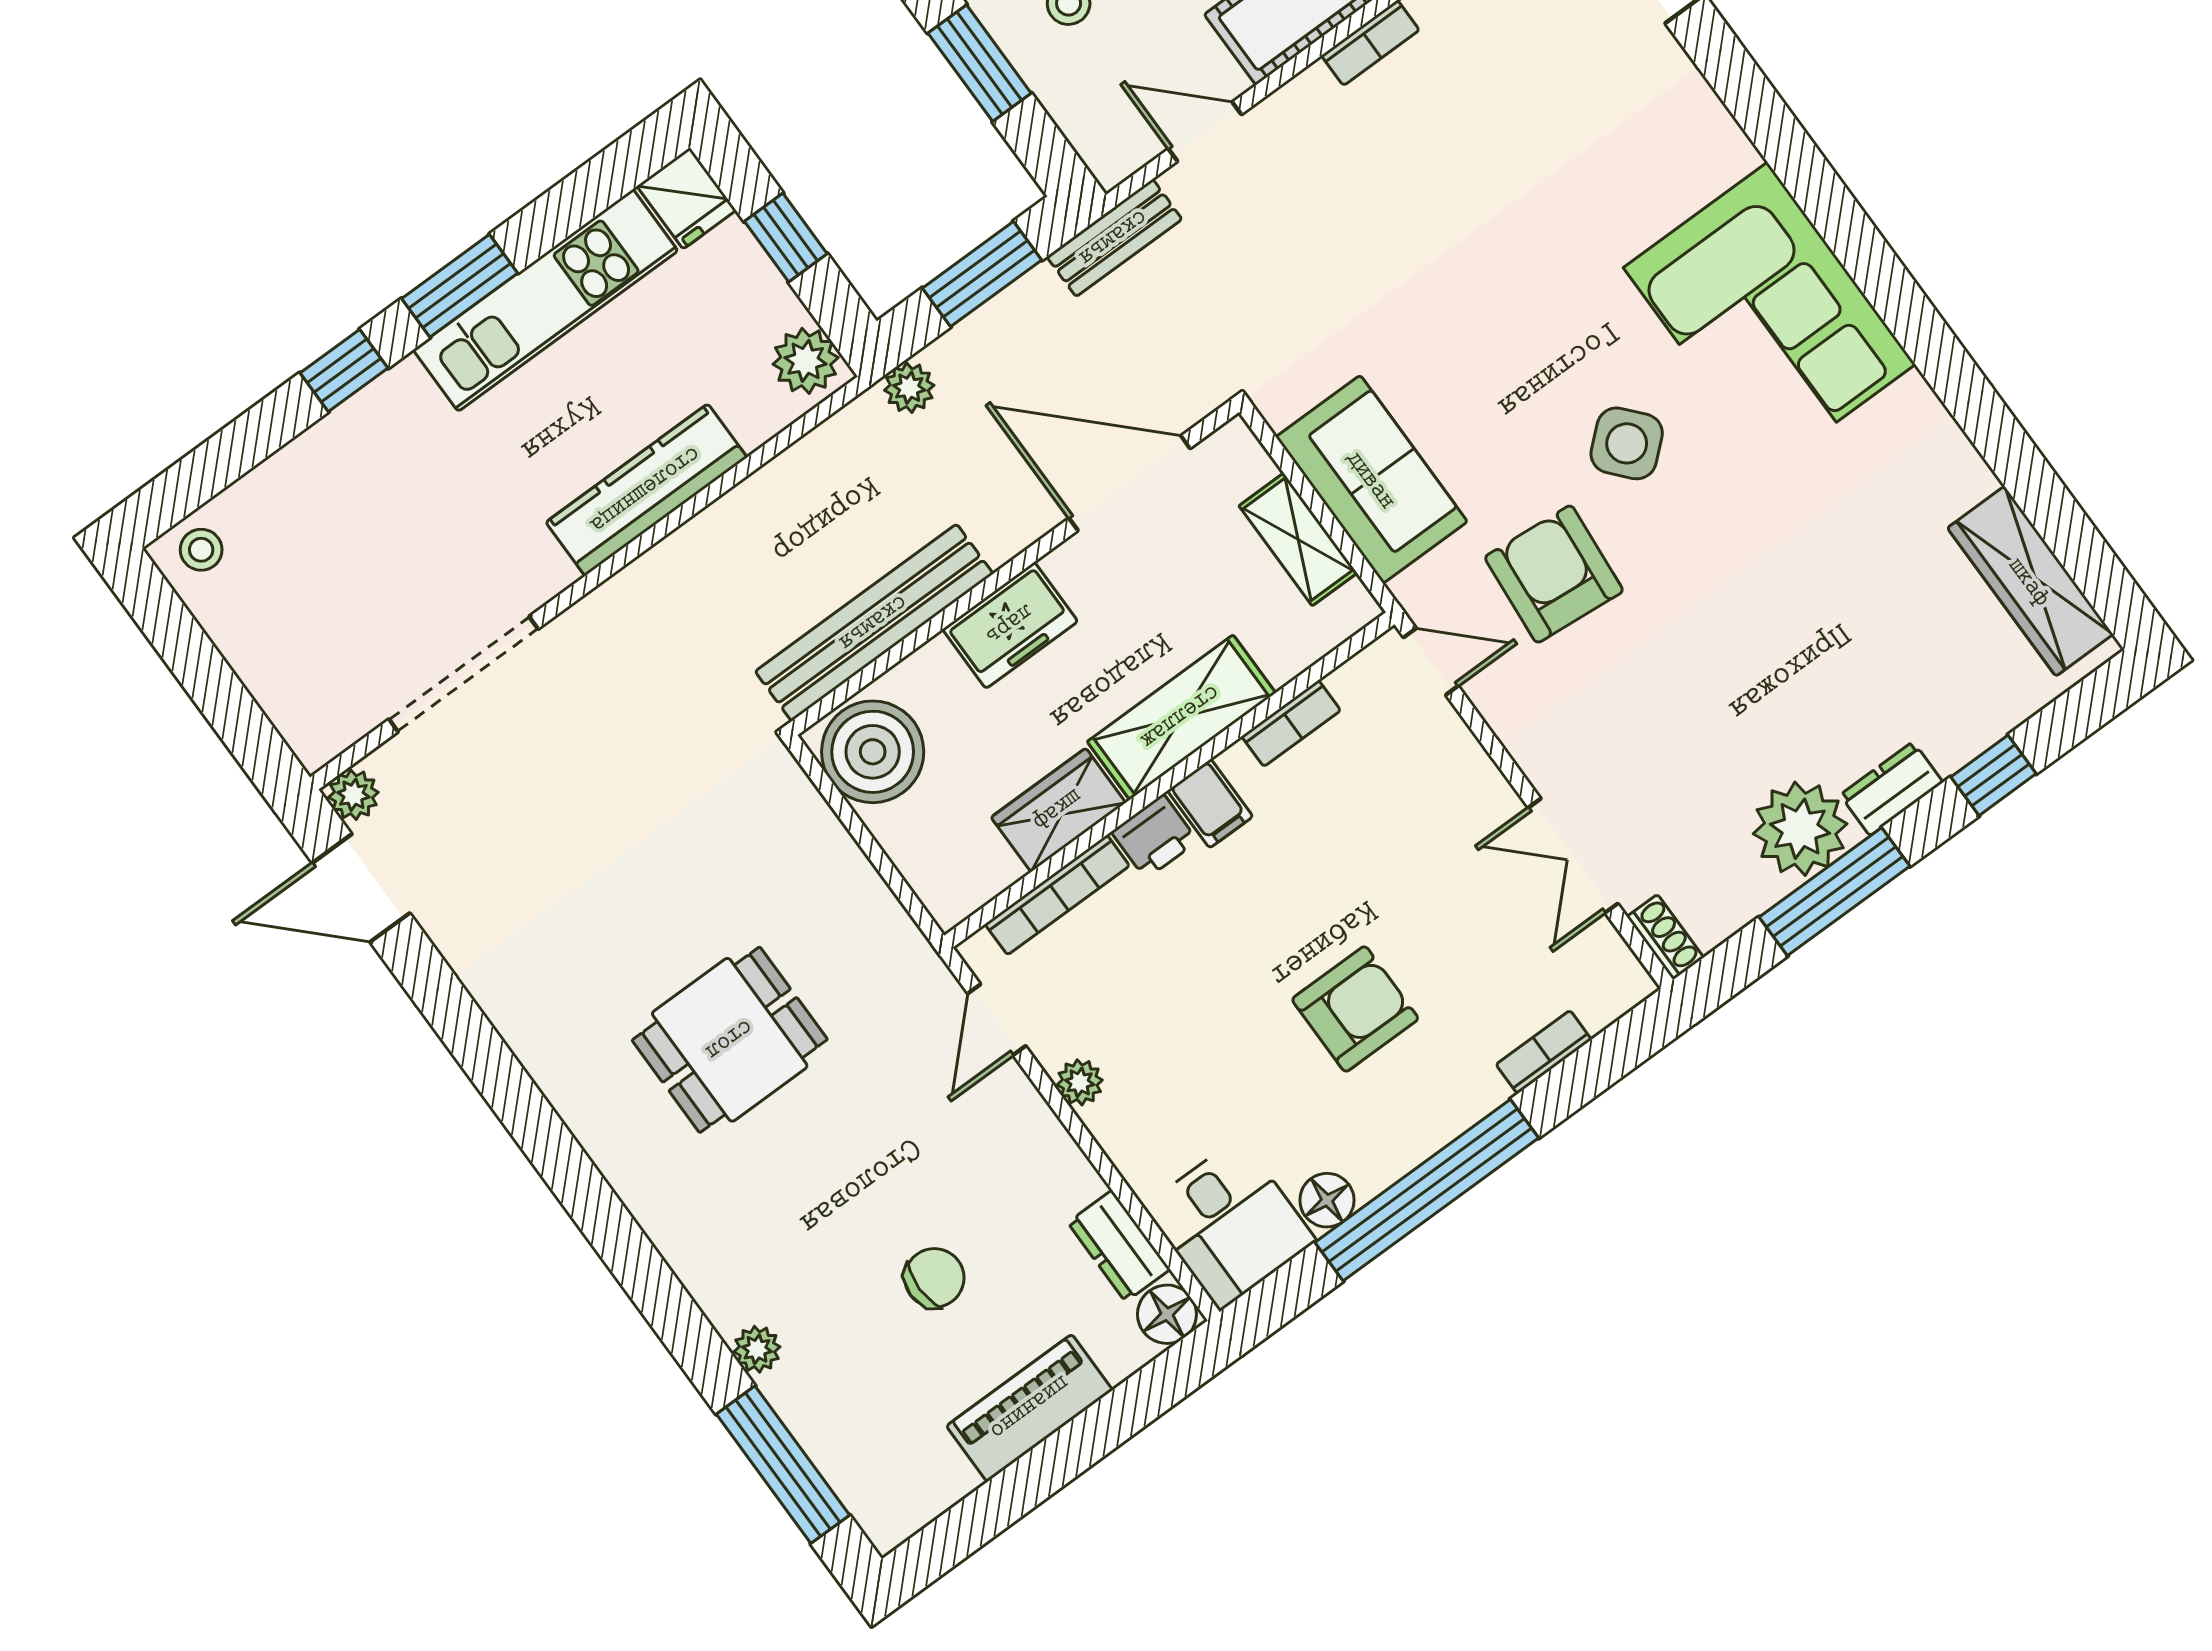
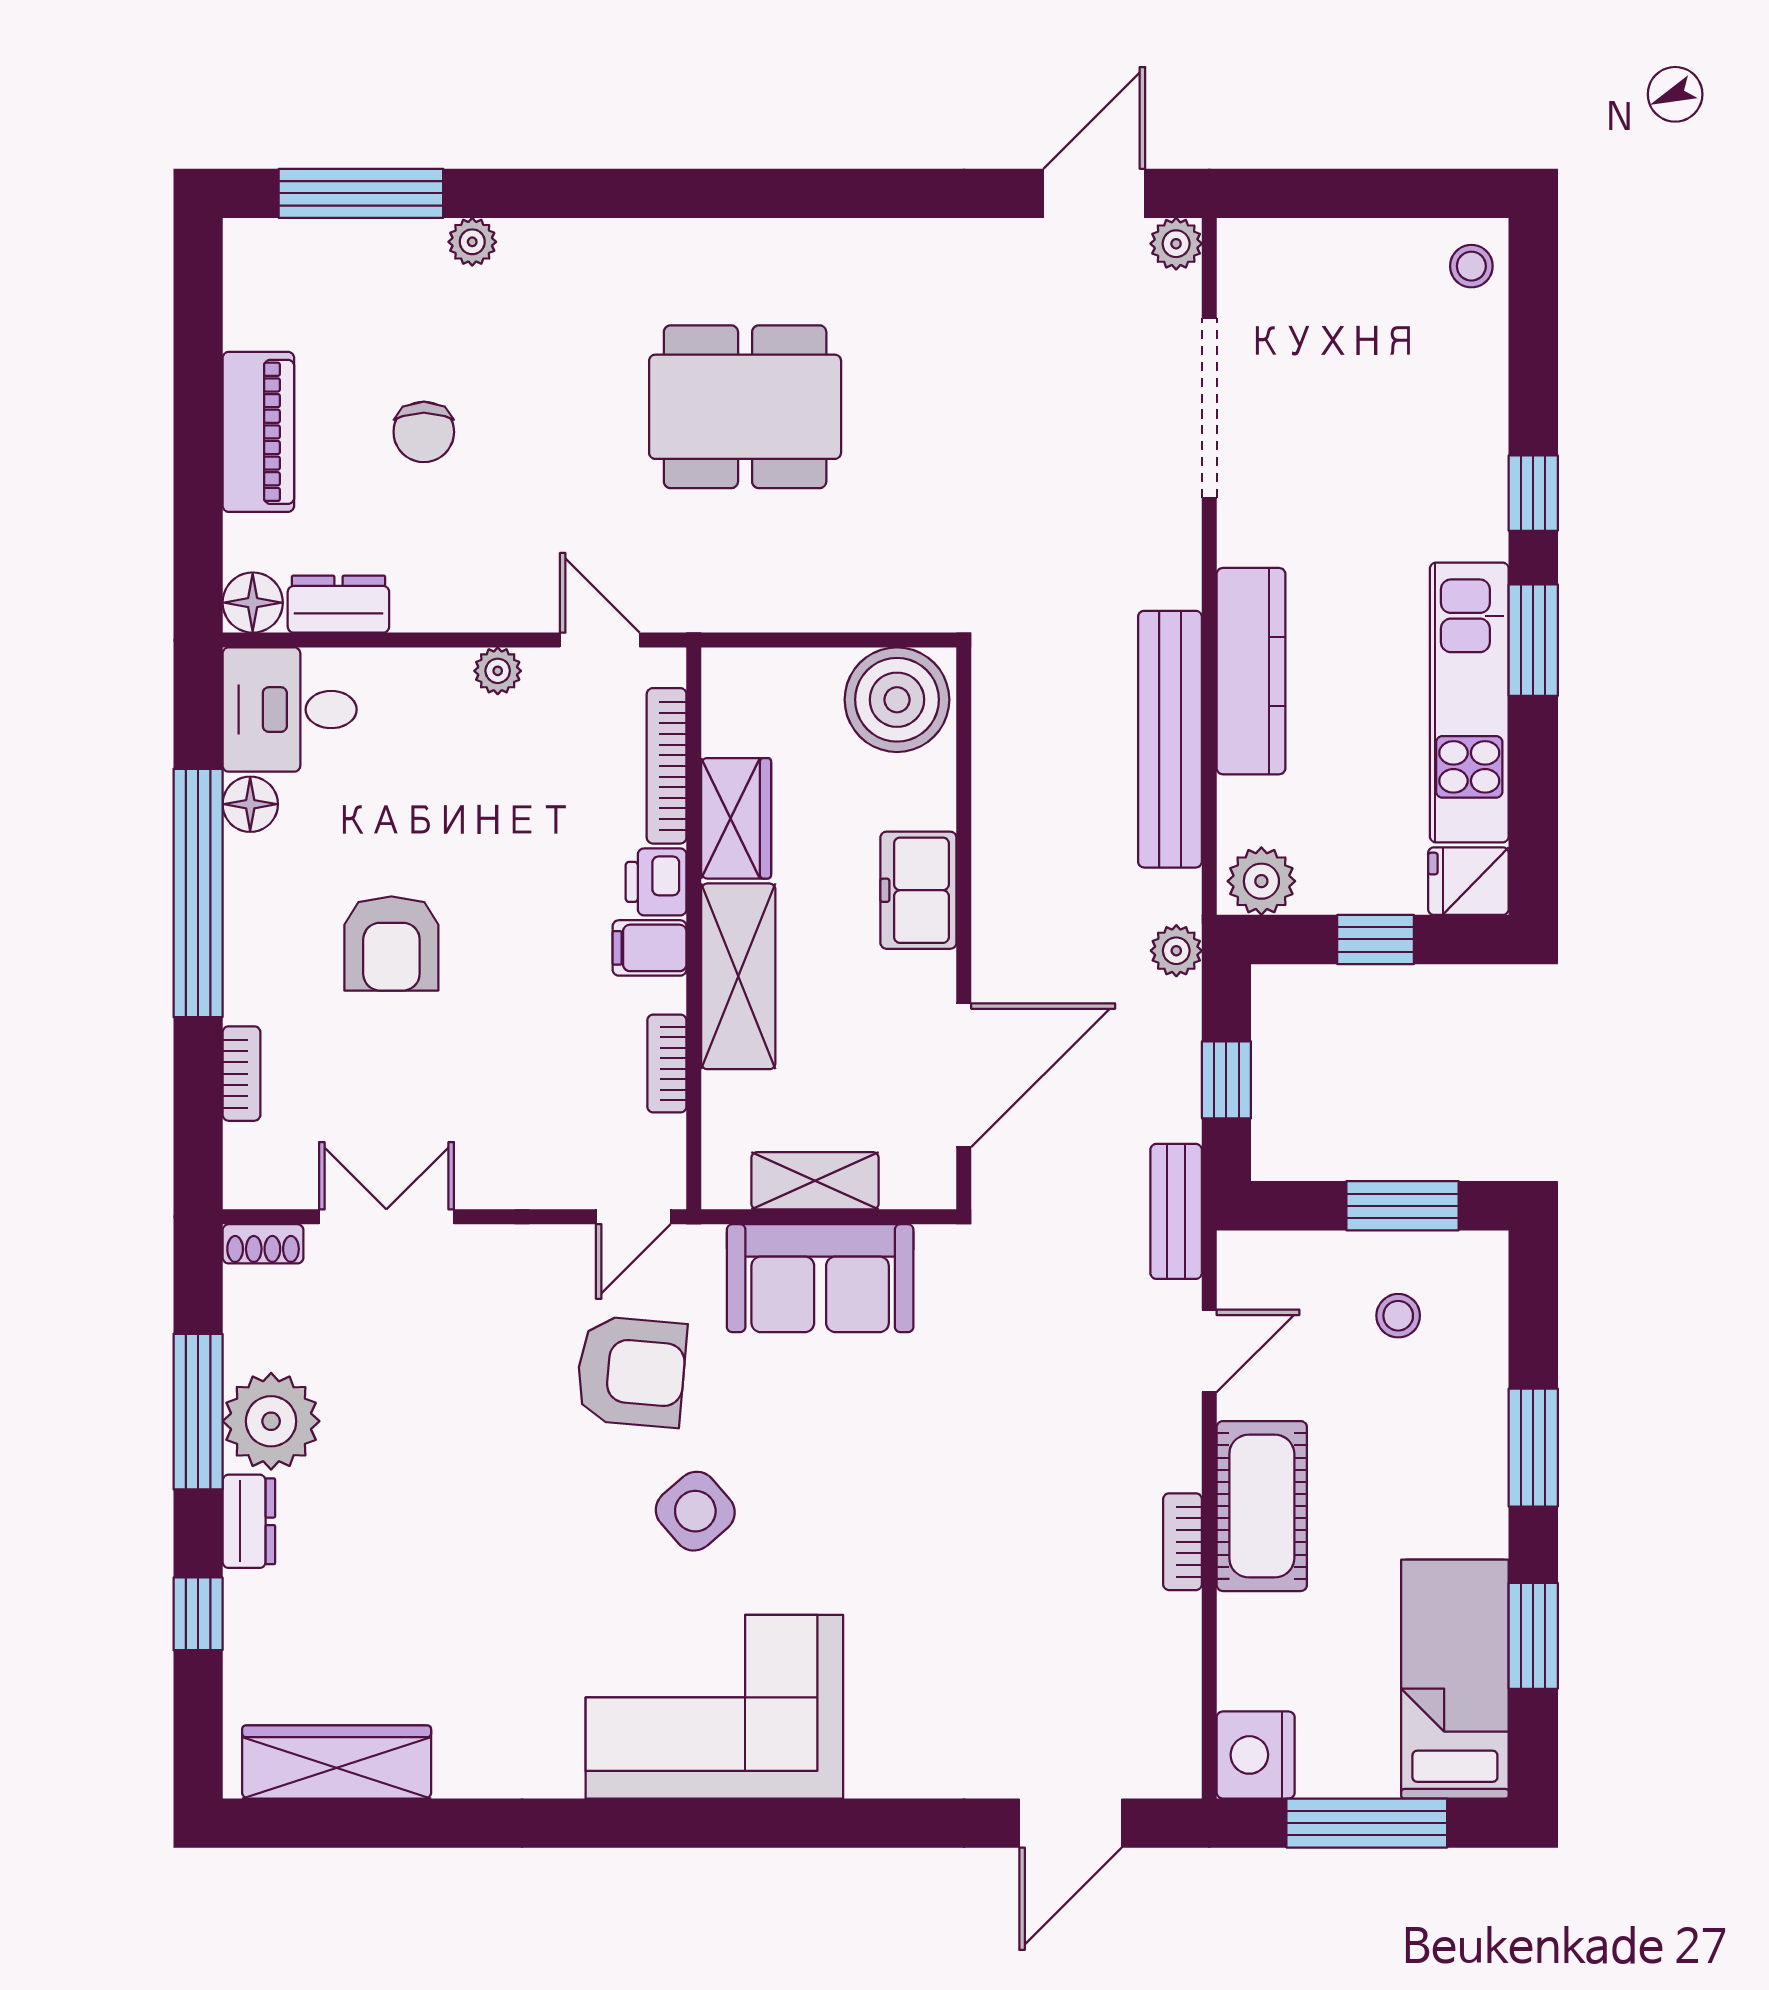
window: (982, 274) -> (1226, 1080), width x0.67
bench: (874, 623) -> (1170, 739), moved
dining table: (730, 1040) -> (745, 407), width x1.38

